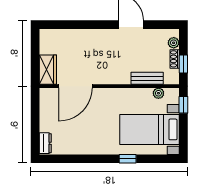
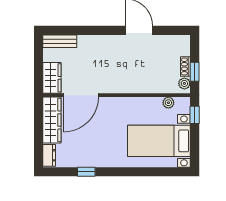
plant: (174, 43) -> (184, 83), moved
bench: (147, 78) -> (60, 41), moved
wardrobe: (48, 110) -> (52, 120), added
window: (128, 159) -> (86, 172), moved

